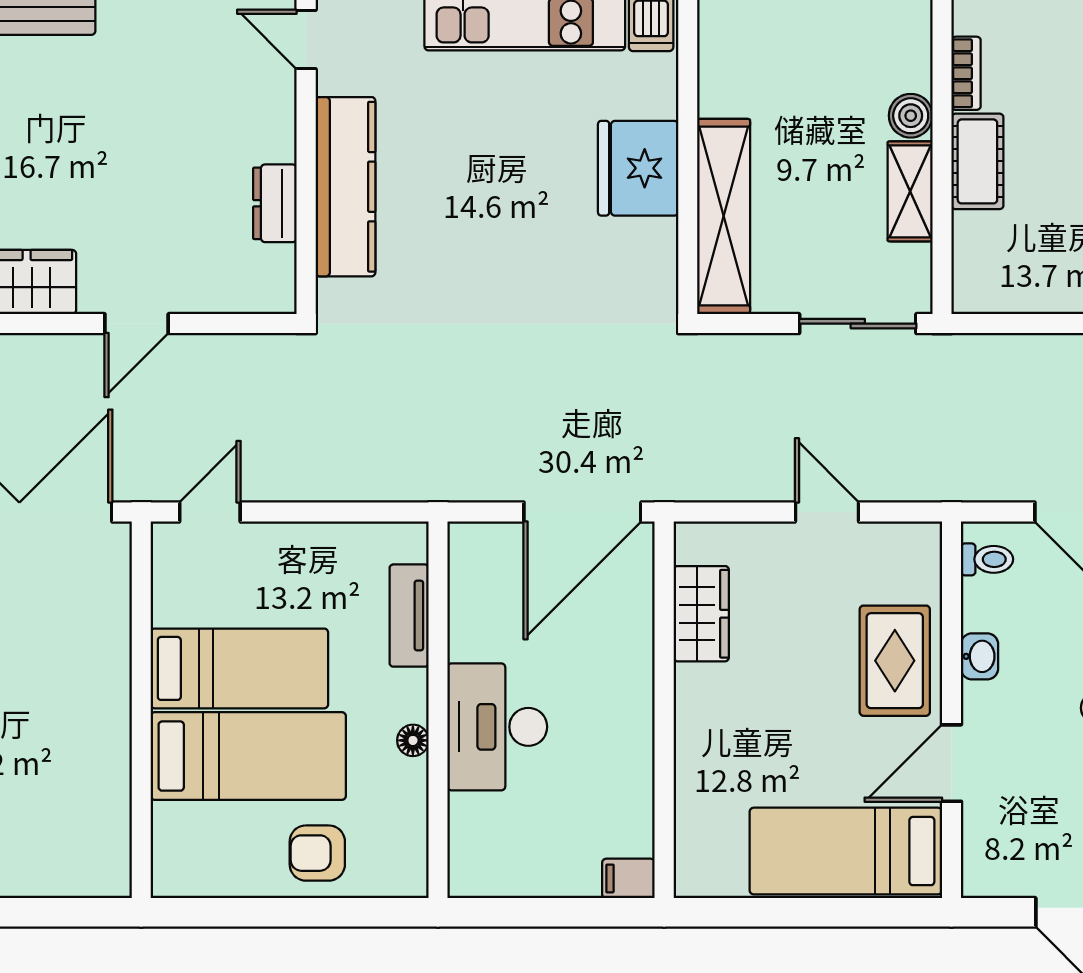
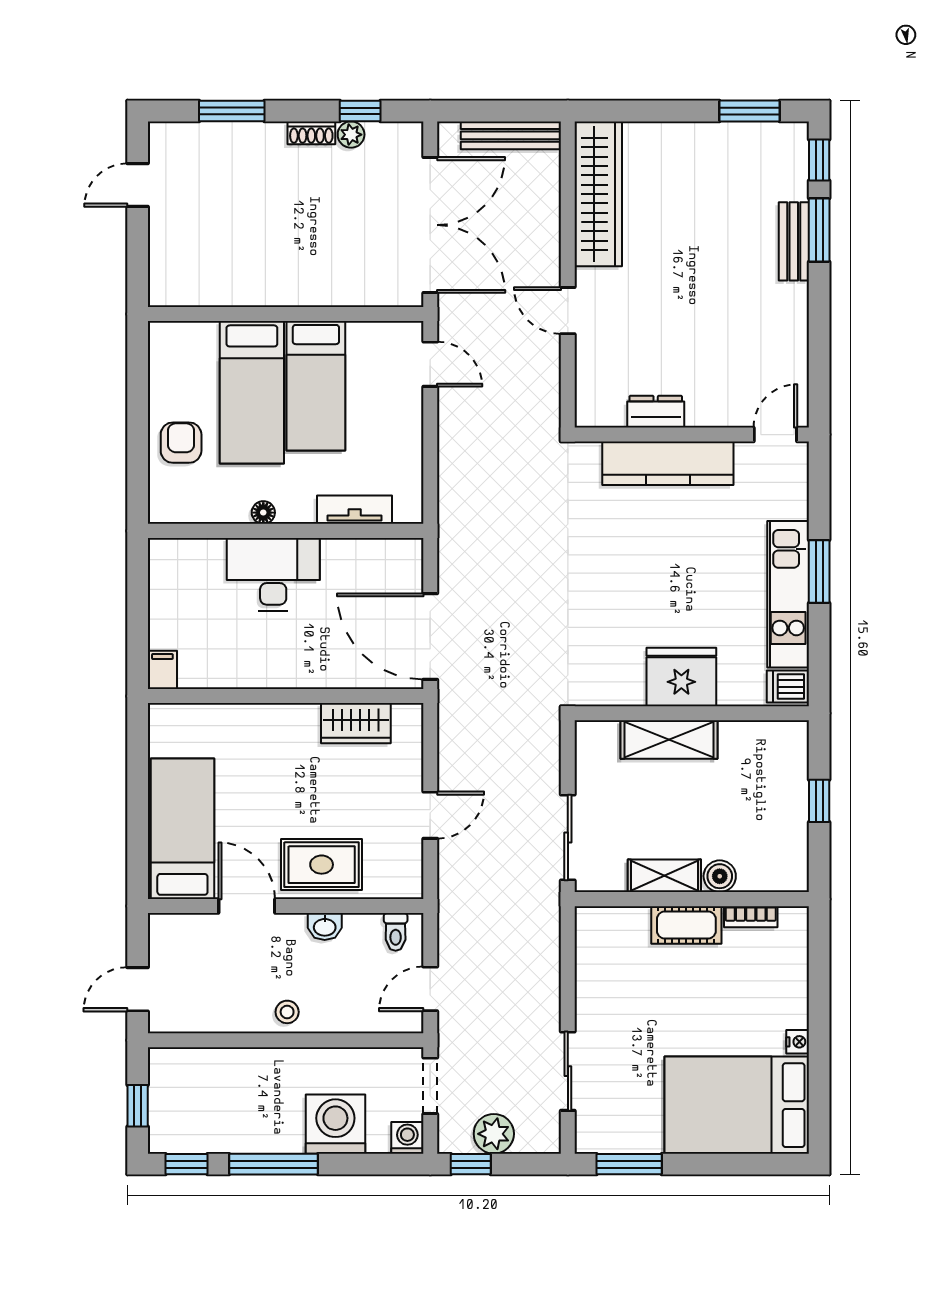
shelving: (724, 216) -> (669, 740), width x0.68

